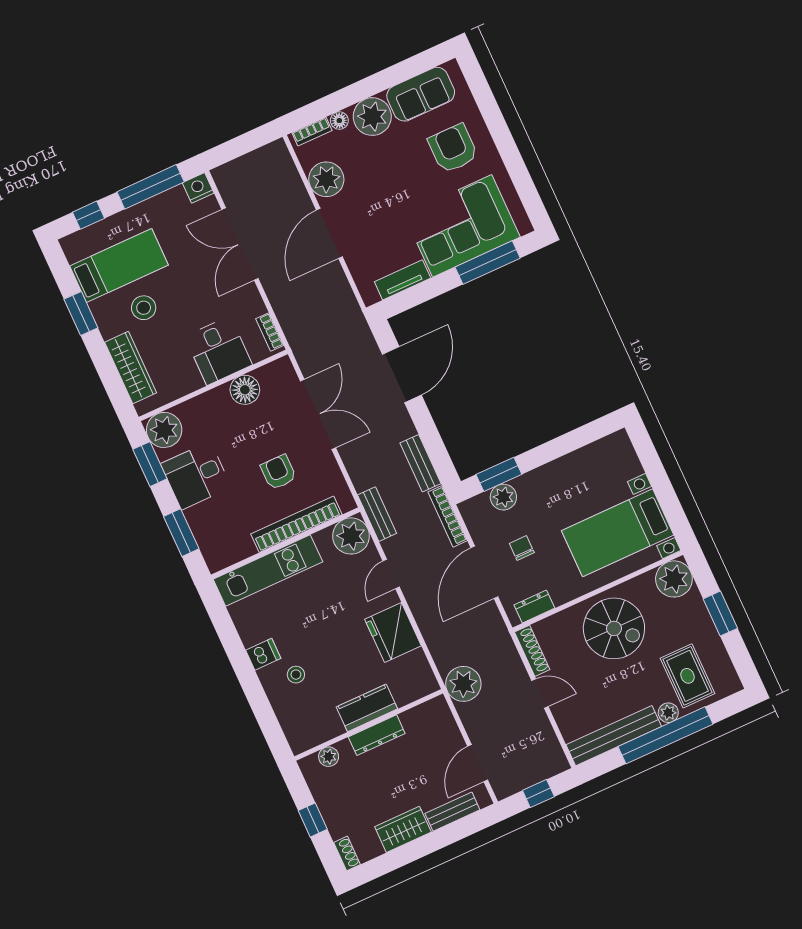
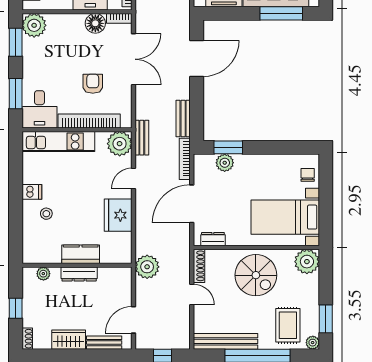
bookcase: (274, 369) -> (119, 18), added
desk: (196, 476) -> (39, 109), moved, turned -90
chair: (522, 548) -> (308, 175), moved
window: (720, 614) -> (326, 319), moved
plant: (668, 713) -> (313, 343), moved

